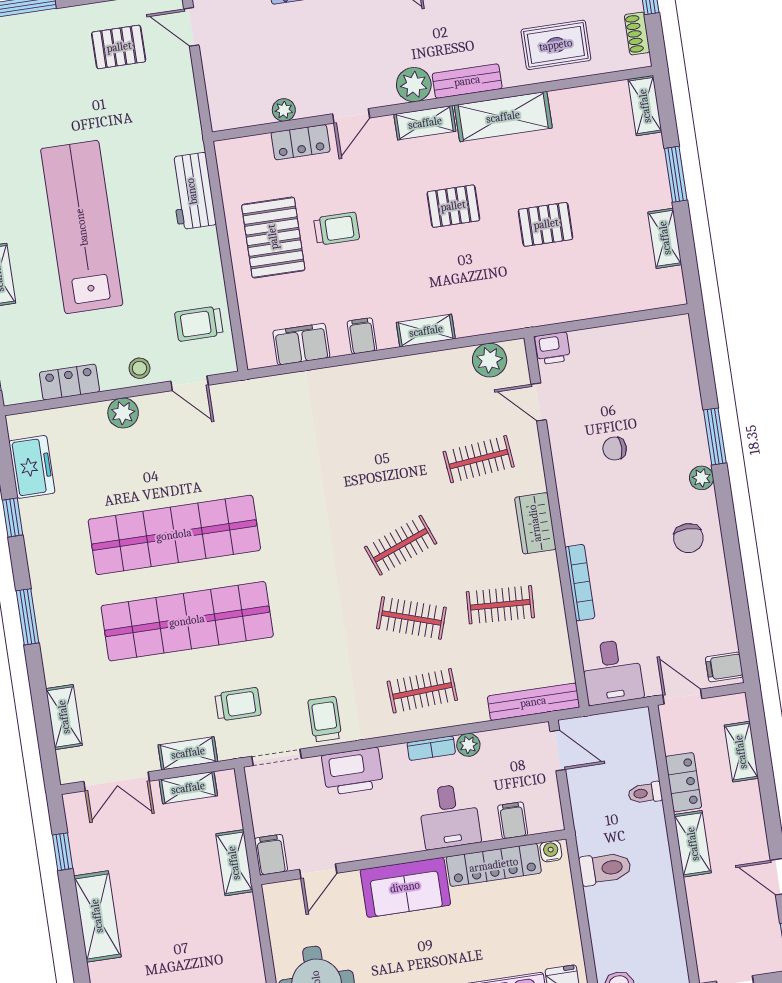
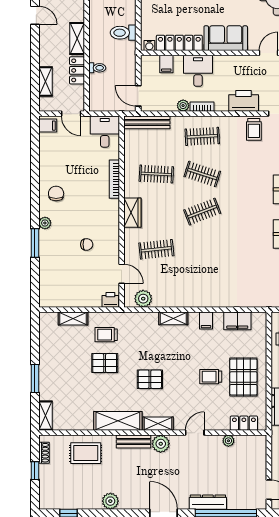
locker: (301, 142) -> (244, 423), moved
shelving: (665, 238) -> (73, 319), moved, turned 90
trolley: (551, 280) -> (106, 335), added

